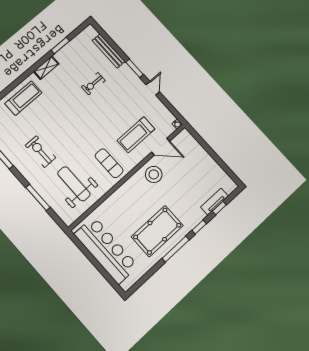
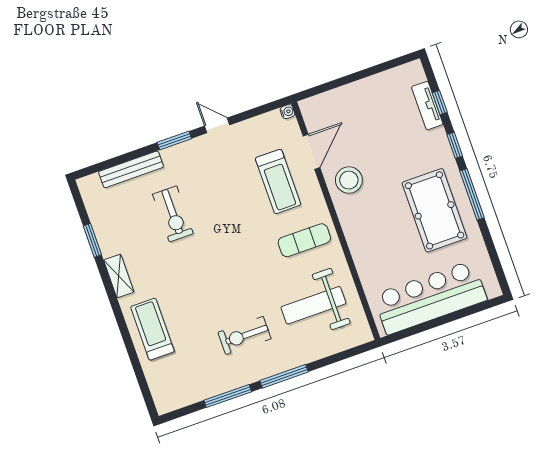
exercise bike: (93, 84) -> (173, 214), width x1.38, depth x1.39
window: (38, 197) -> (284, 376), moved

